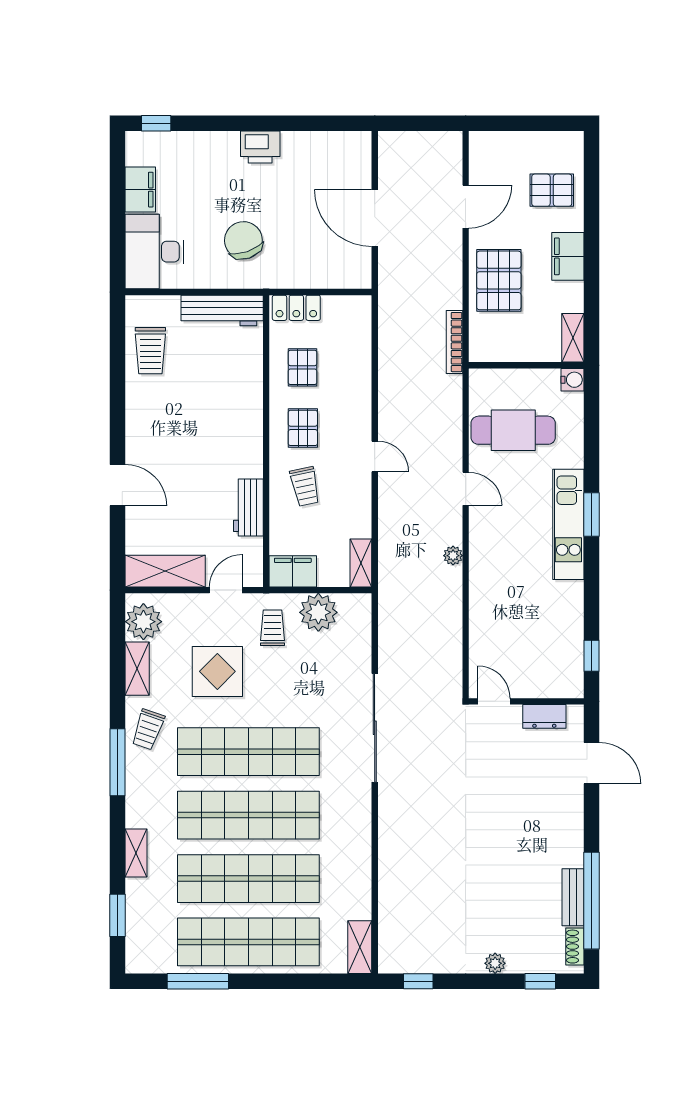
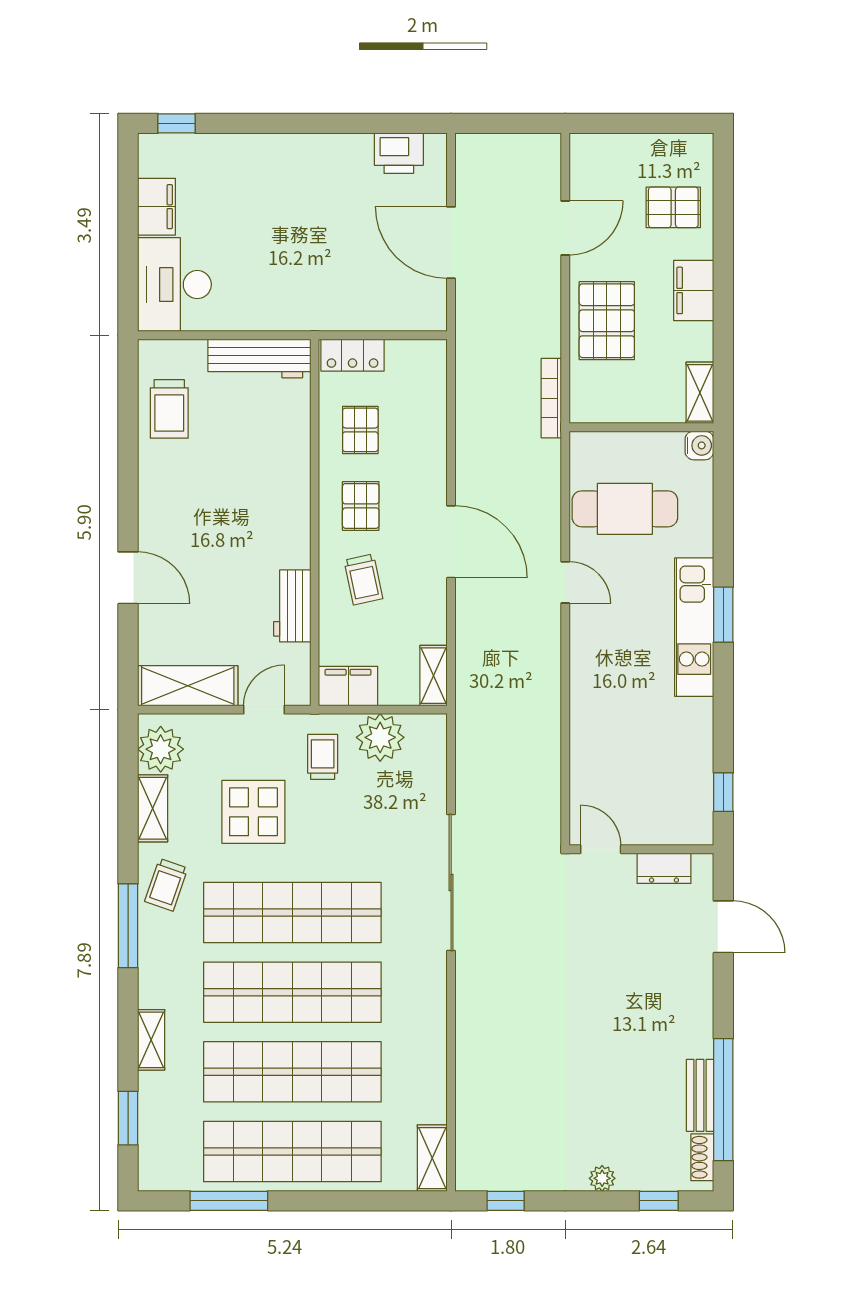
printer: (260, 147) -> (399, 153), moved
chair: (243, 240) -> (286, 270), removed
door: (375, 456) -> (451, 542), width x1.87
plant: (453, 556) -> (549, 666), removed

